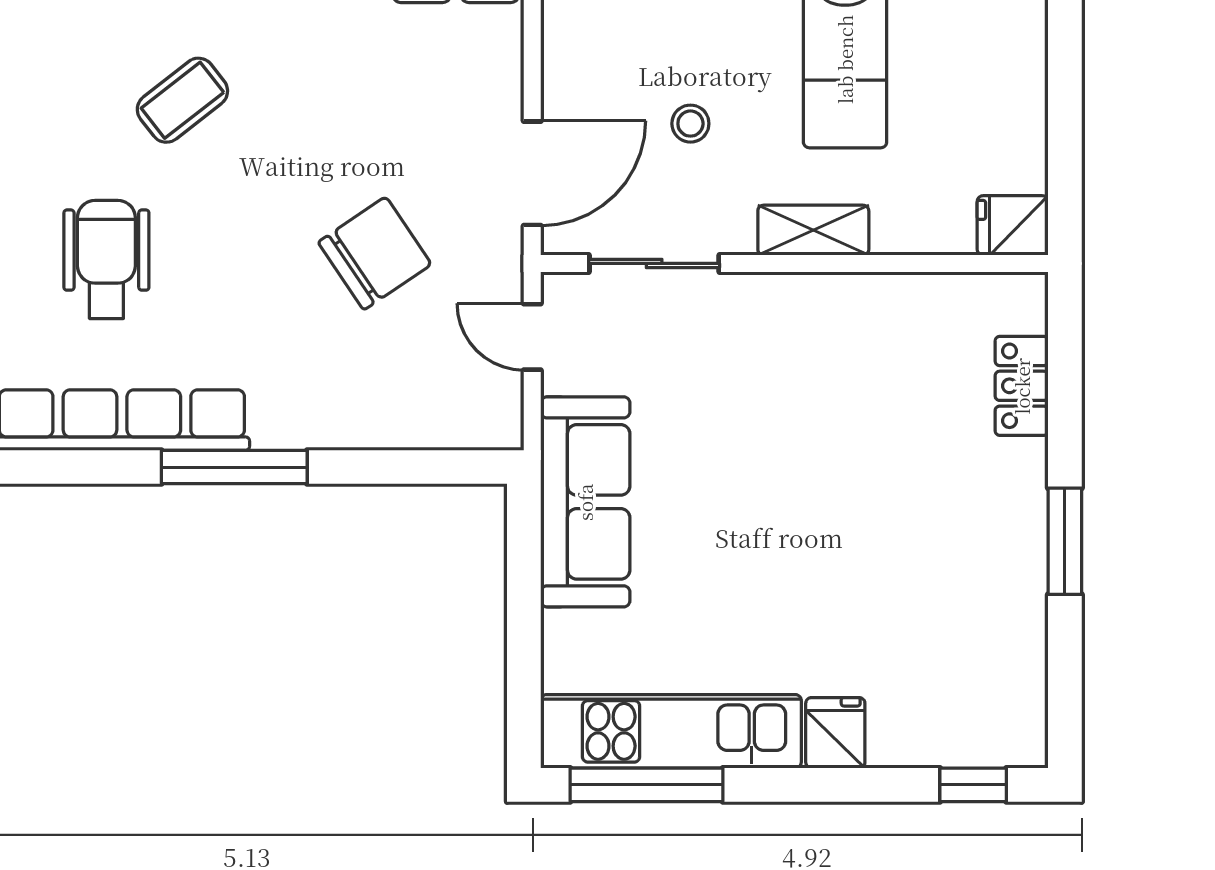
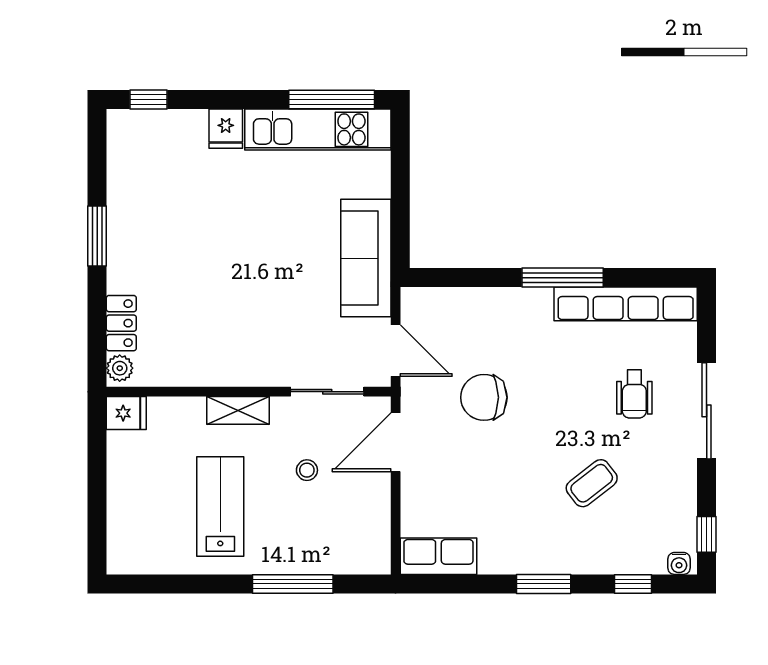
chair: (375, 253) -> (484, 397), turned 34
wheelchair: (106, 259) -> (634, 394), width x0.73, depth x0.73
plant: (1024, 305) -> (120, 368), added
door: (532, 337) -> (396, 351), width x1.38

